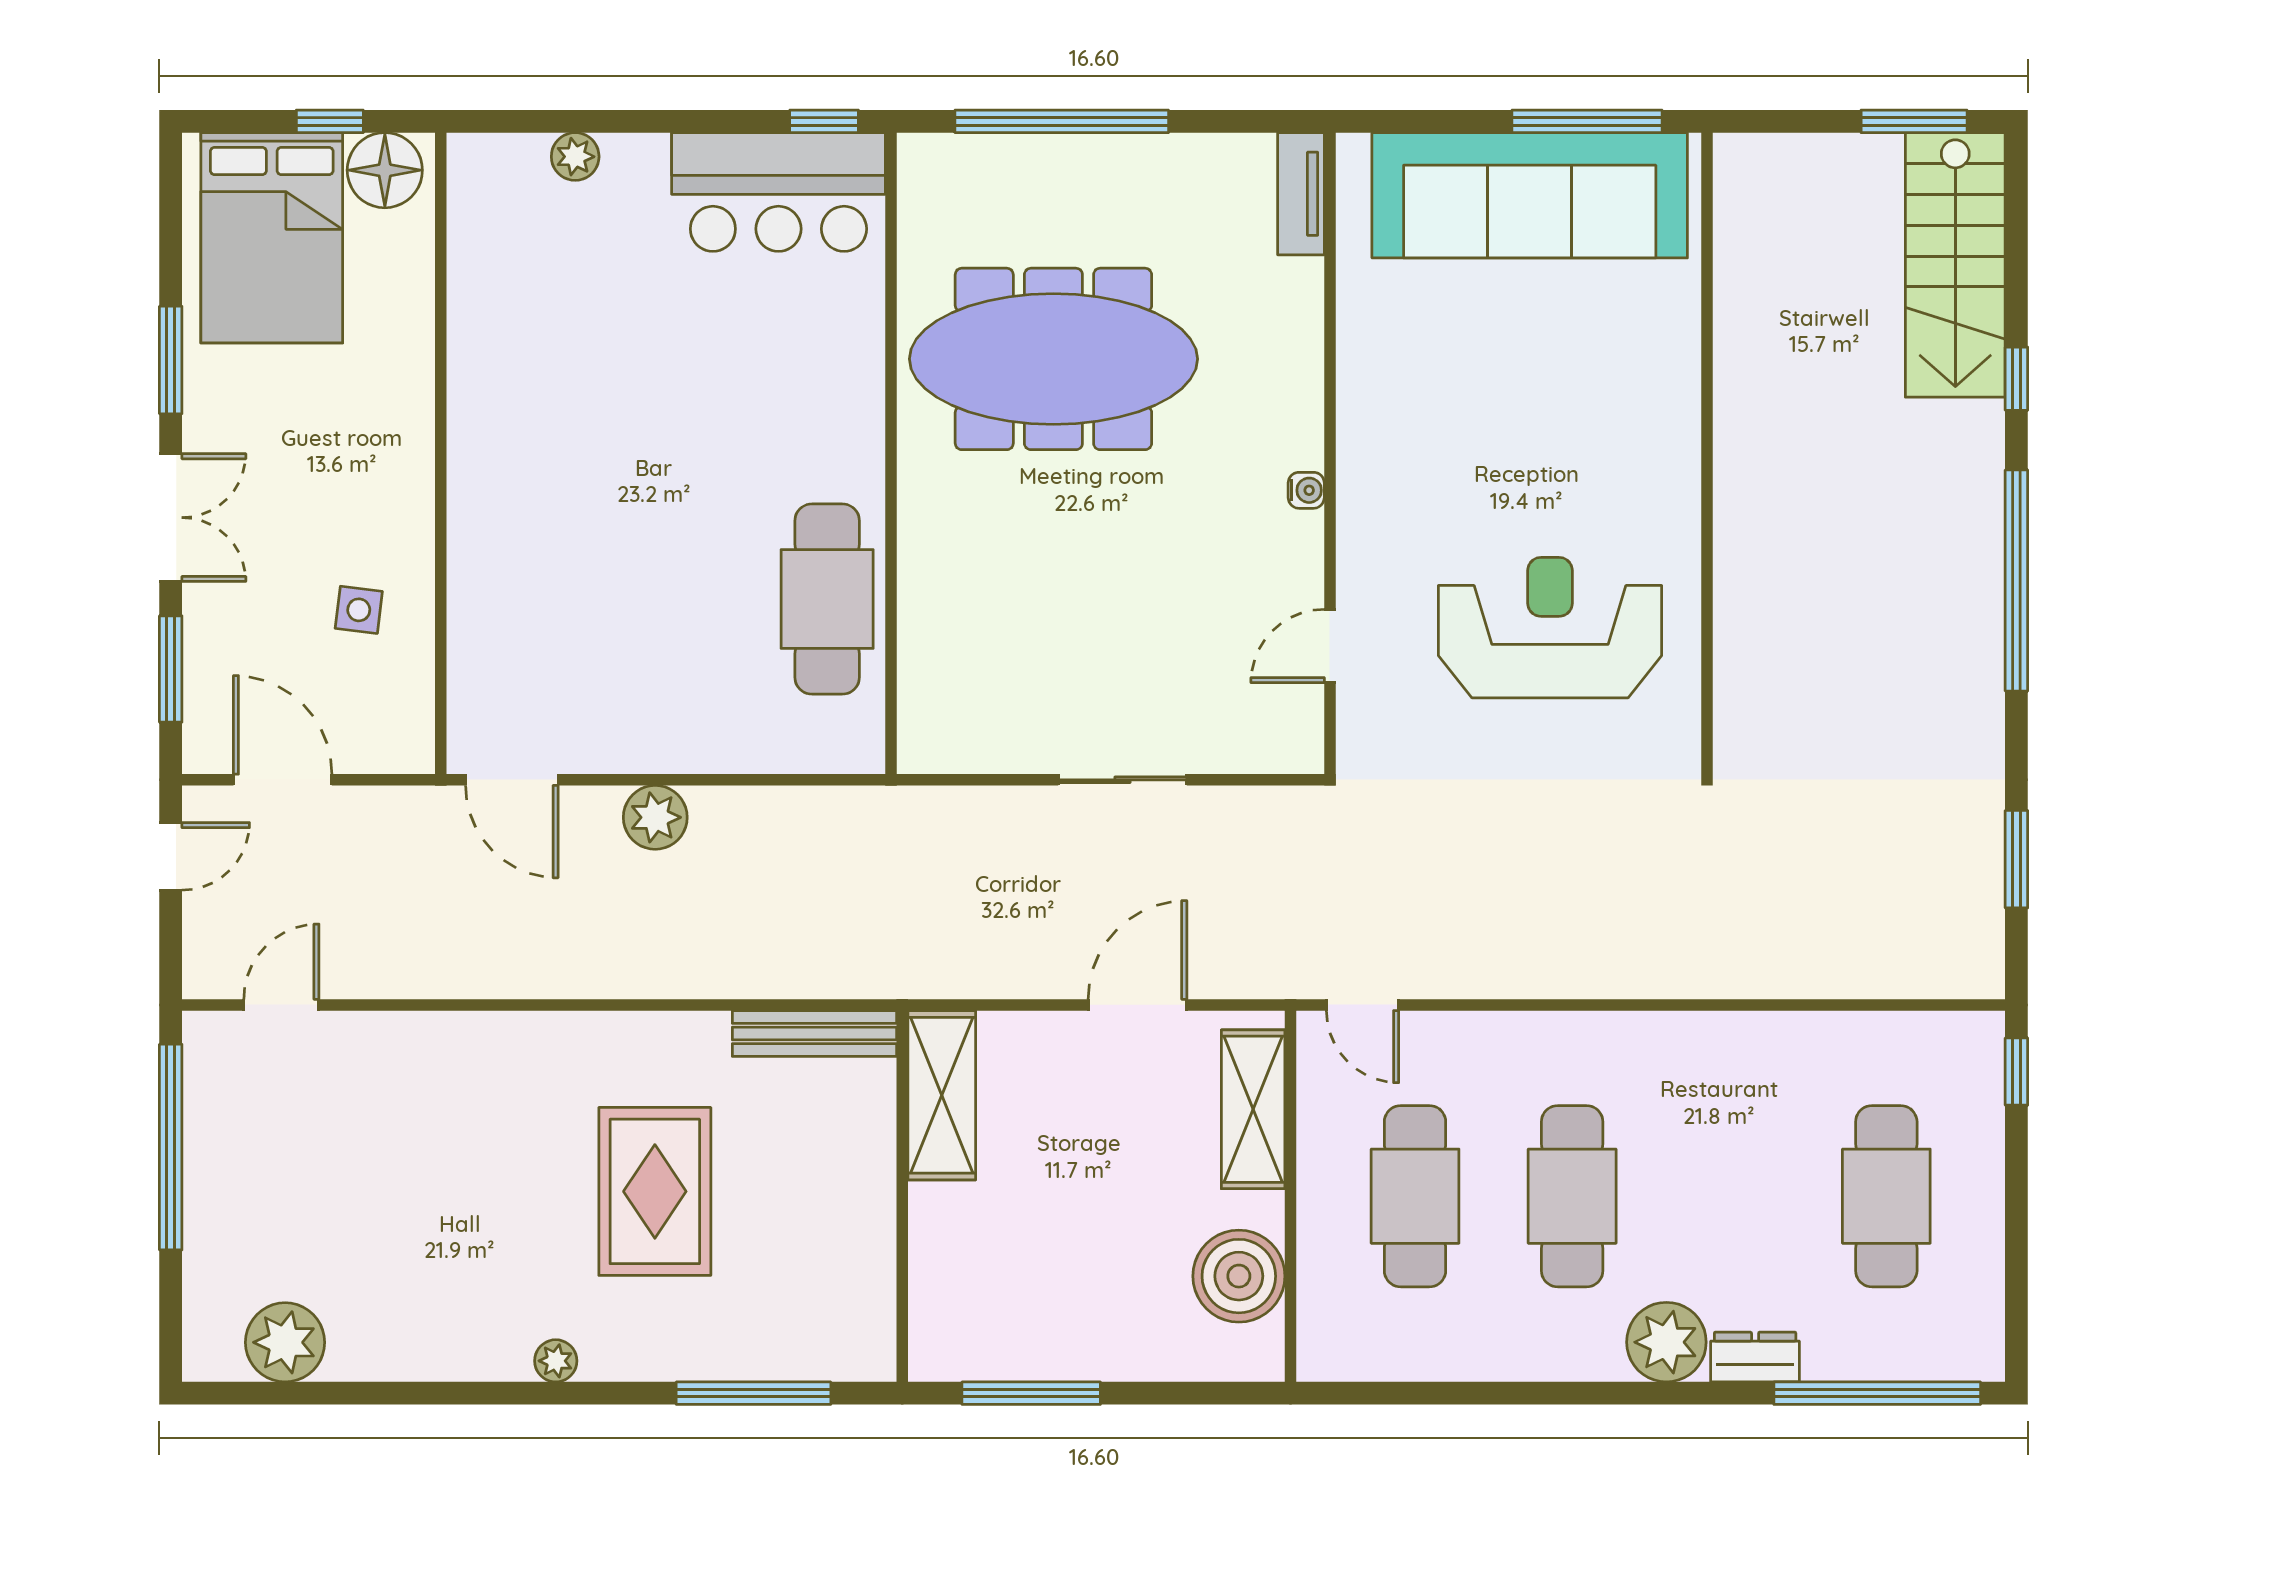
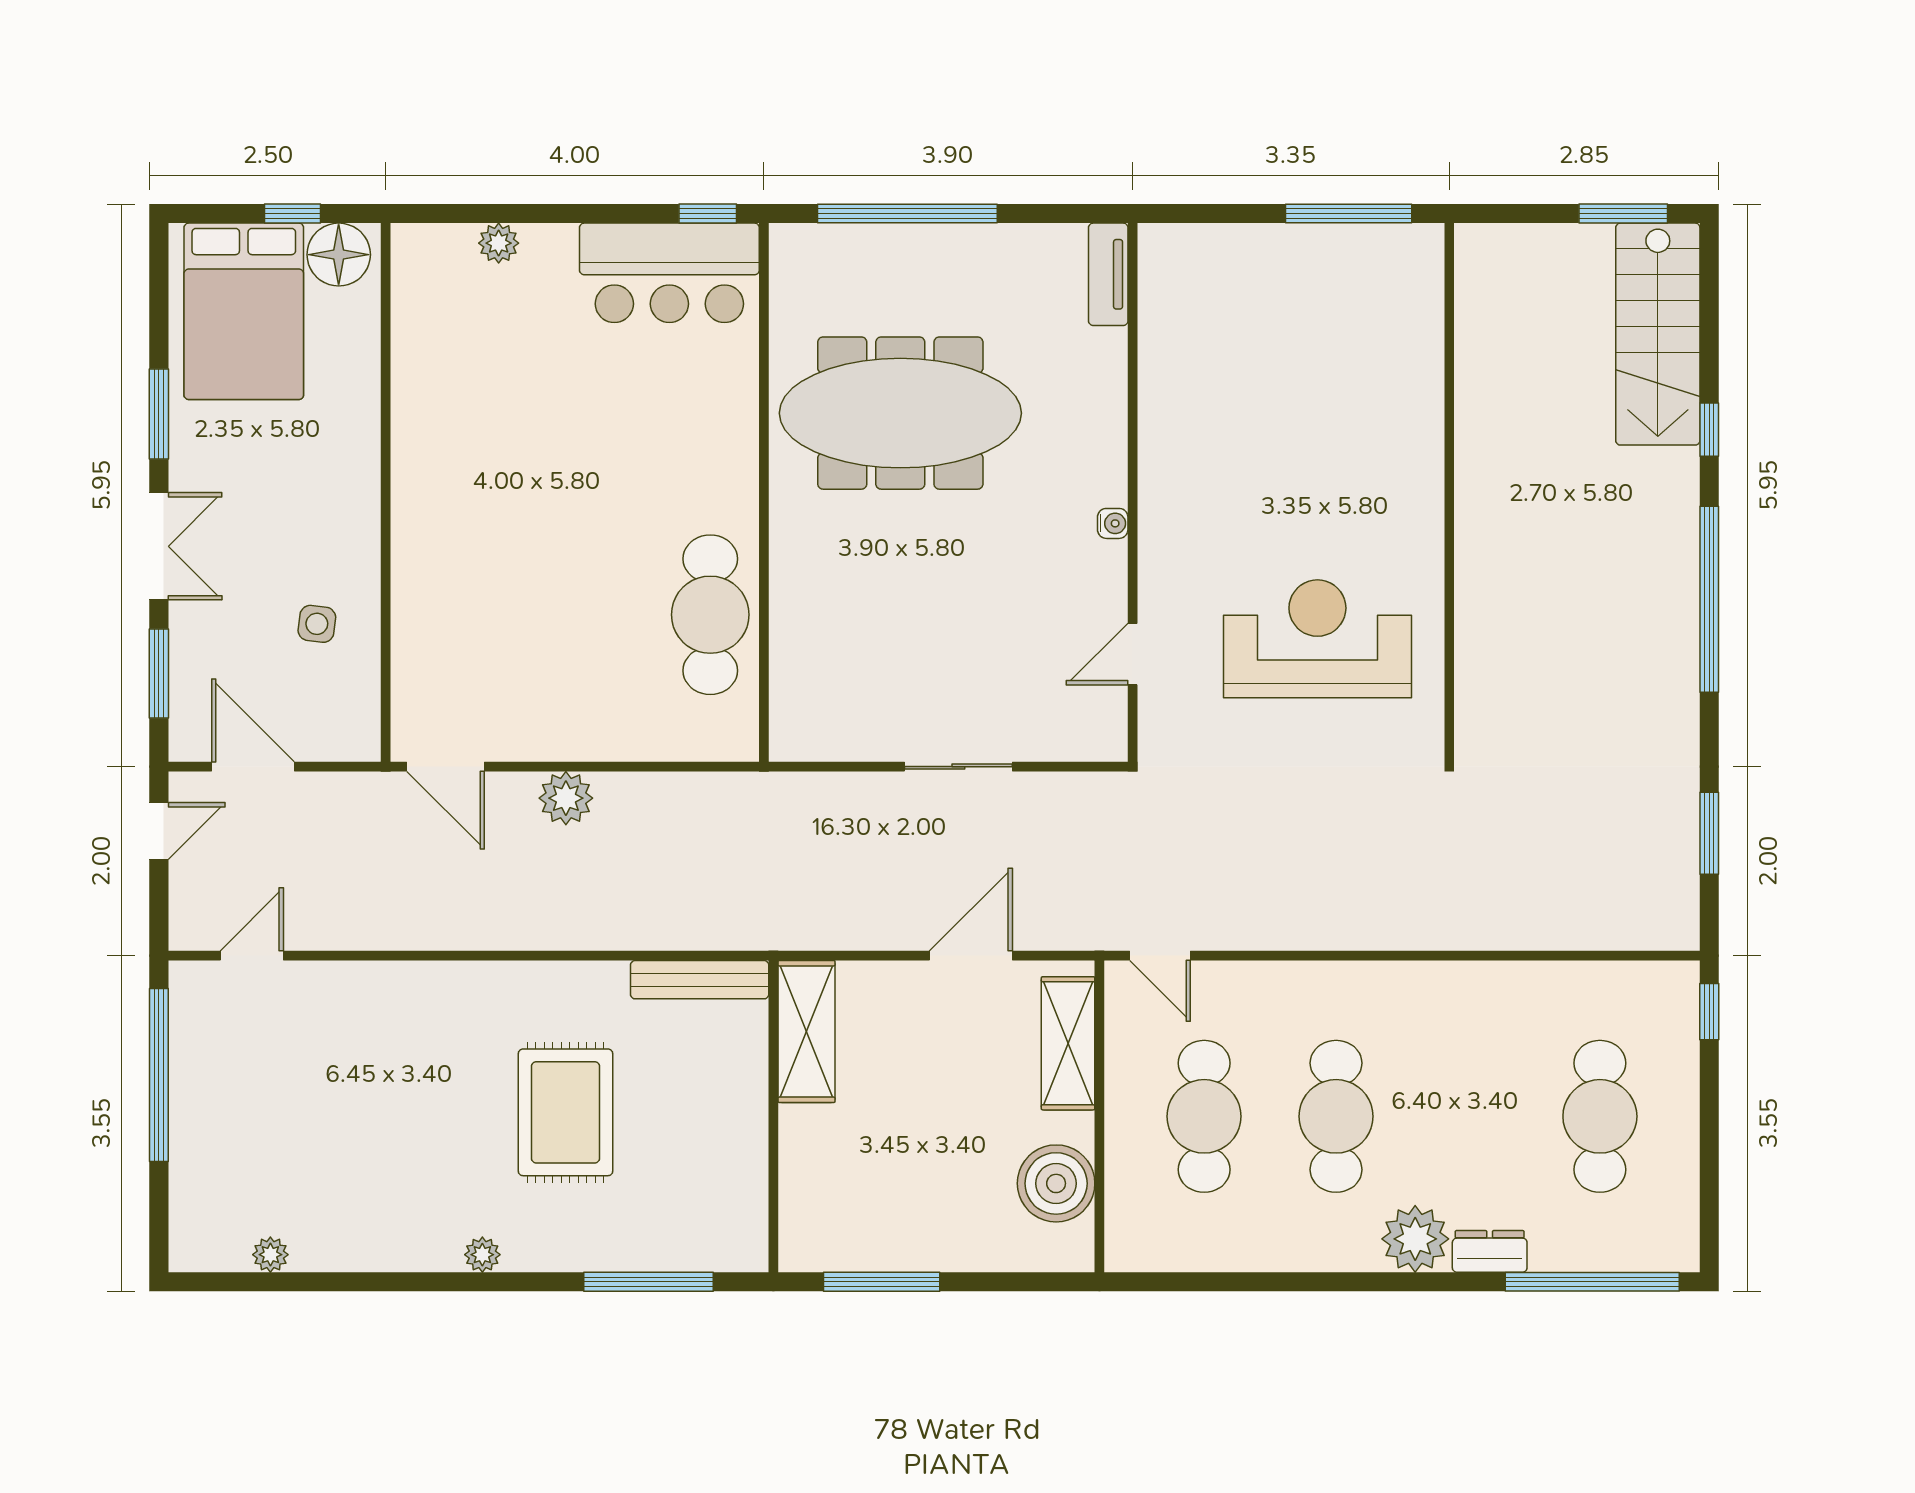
sofa: (1530, 195) -> (1300, 276), removed
plant: (285, 1342) -> (270, 1255), width x0.53, depth x0.53

